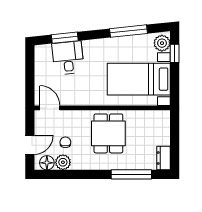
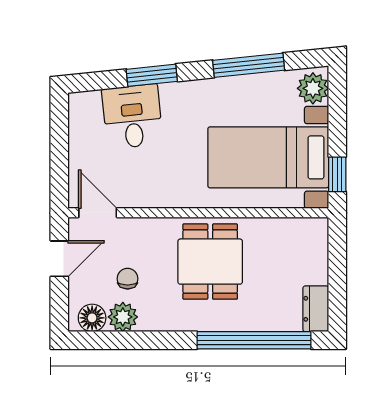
window: (65, 38) -> (152, 75), moved
window: (175, 53) -> (337, 174), moved
door: (30, 145) -> (59, 259), moved
window: (131, 174) -> (254, 340), width x1.46

